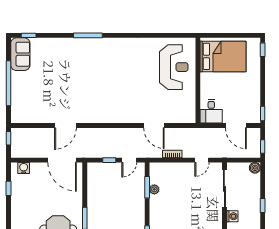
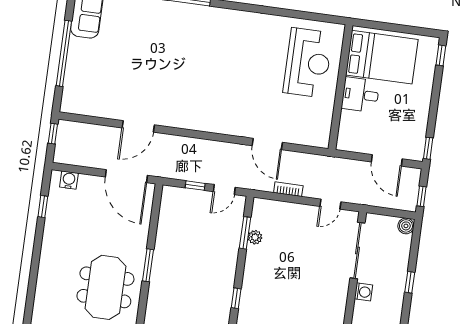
desk: (211, 111) -> (360, 95), moved, turned 90

